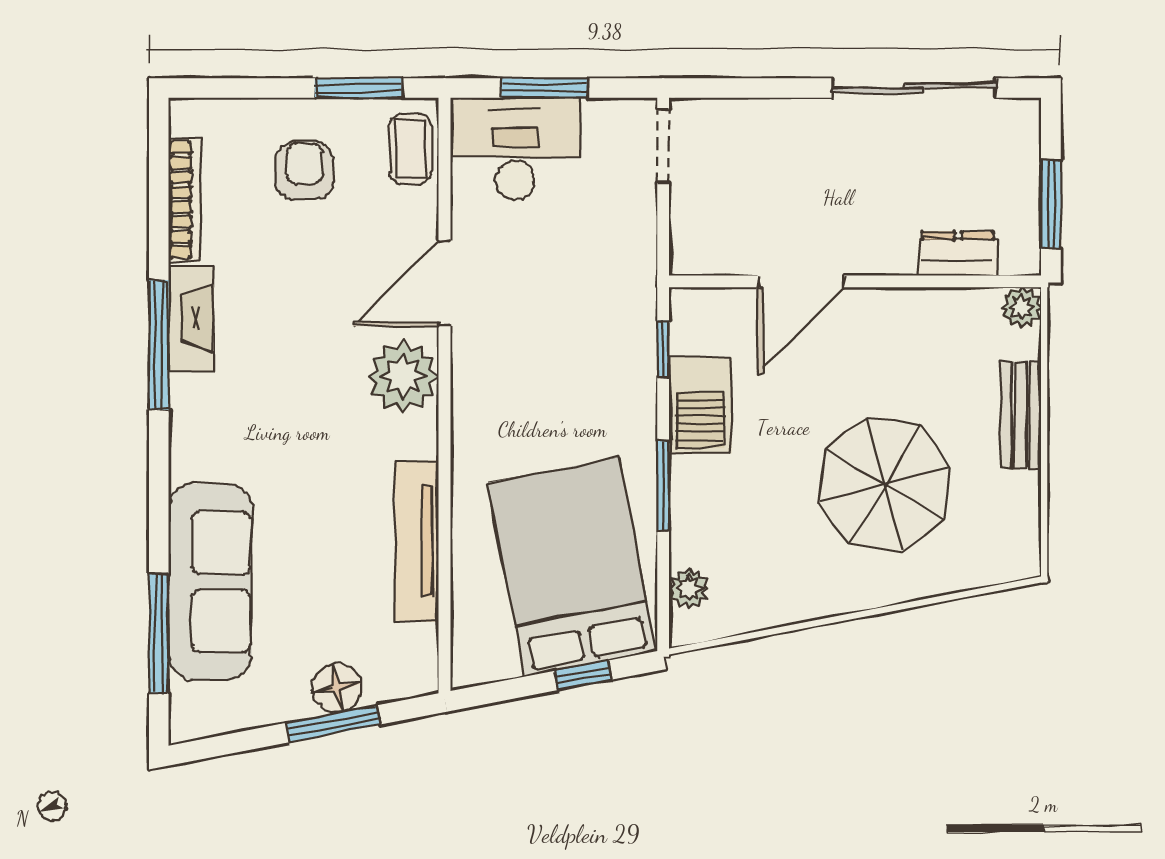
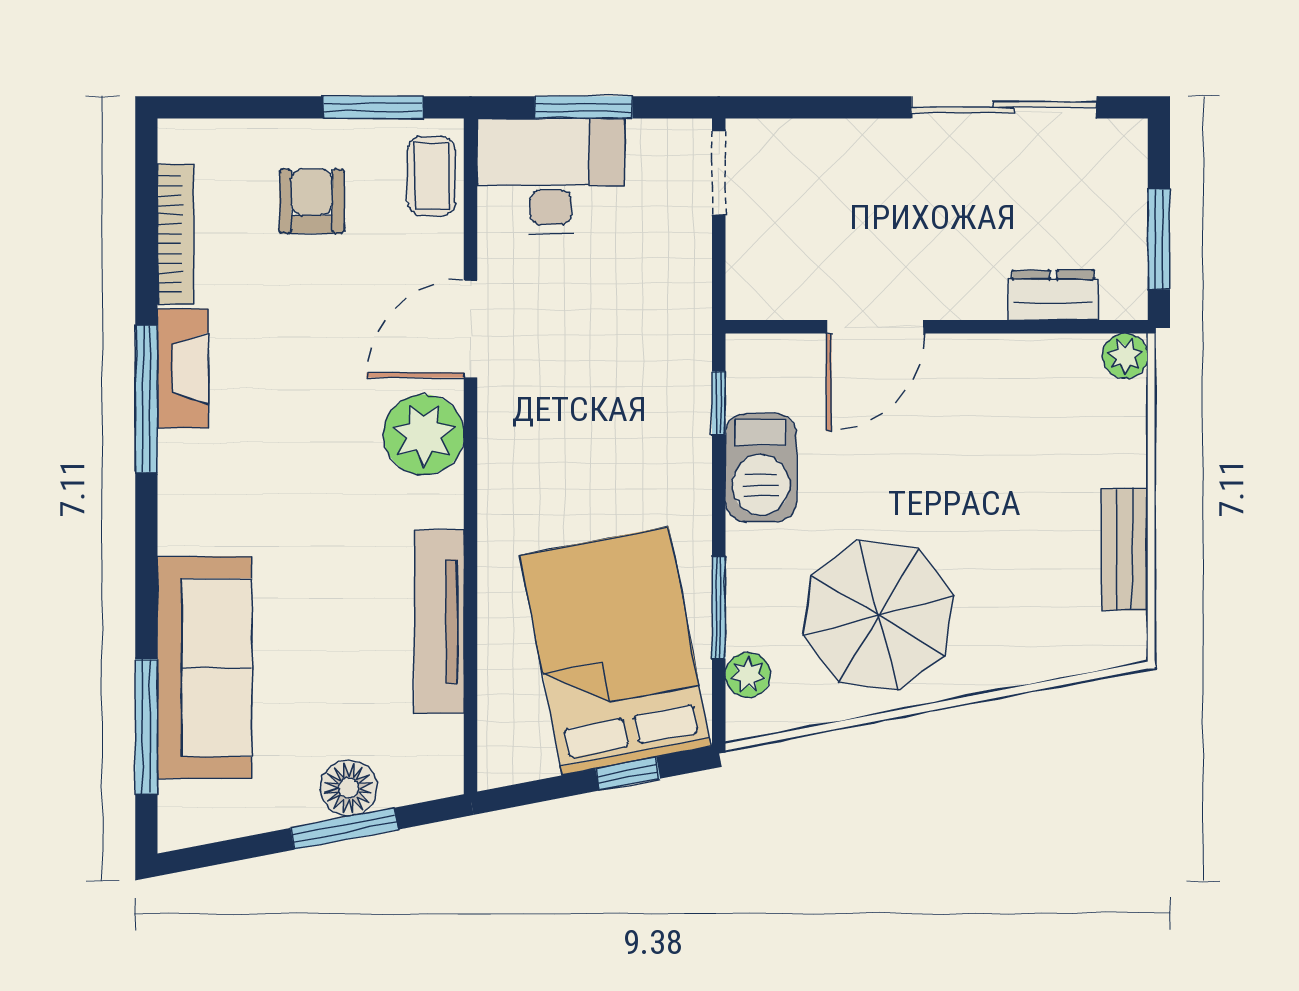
bench: (1021, 415) -> (1125, 550), moved
parasol: (885, 485) -> (878, 615), moved
window: (663, 486) -> (719, 608), moved

